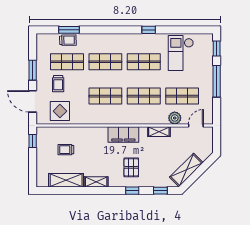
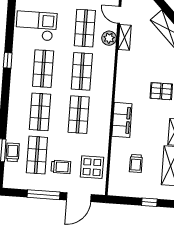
checkout: (181, 53) -> (36, 26), turned 180
window: (33, 70) -> (44, 195), width x1.44
shelving: (159, 132) -> (125, 37), moved
filing cabinet: (123, 135) -> (122, 120), moved
window: (33, 141) -> (149, 202), moved

